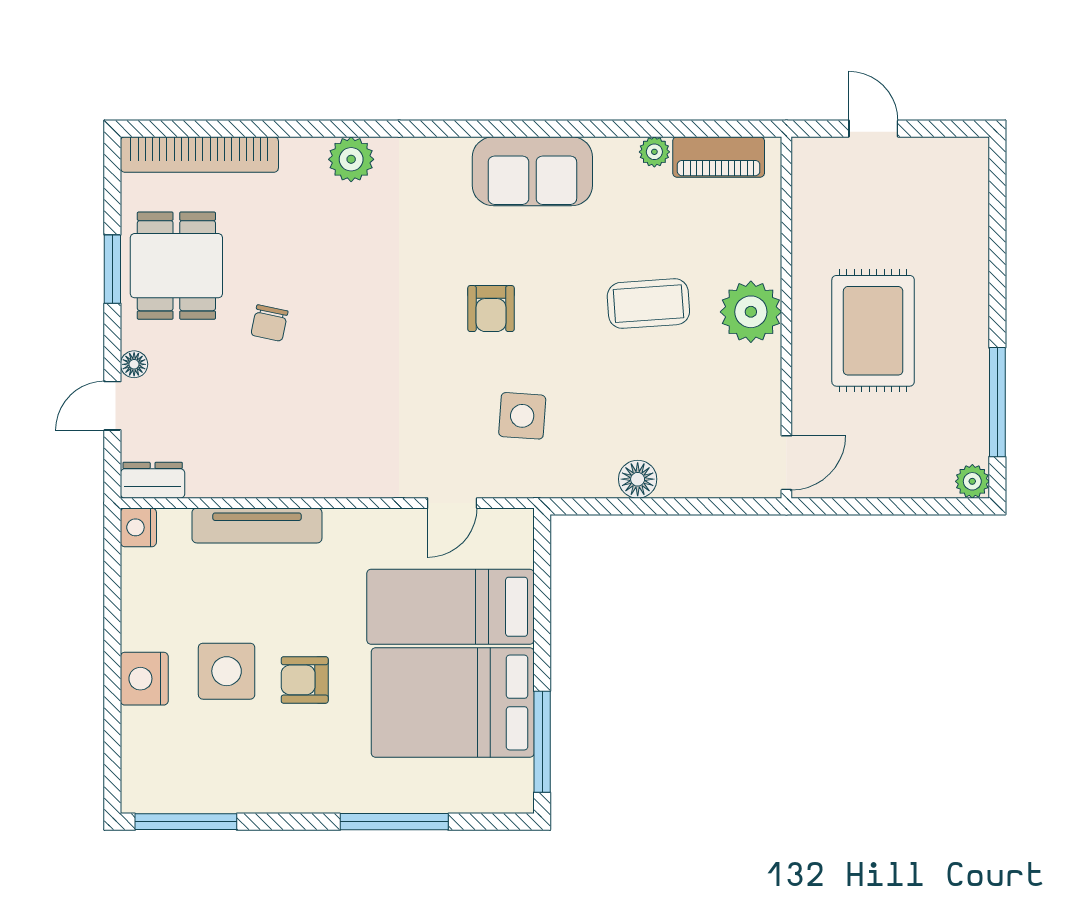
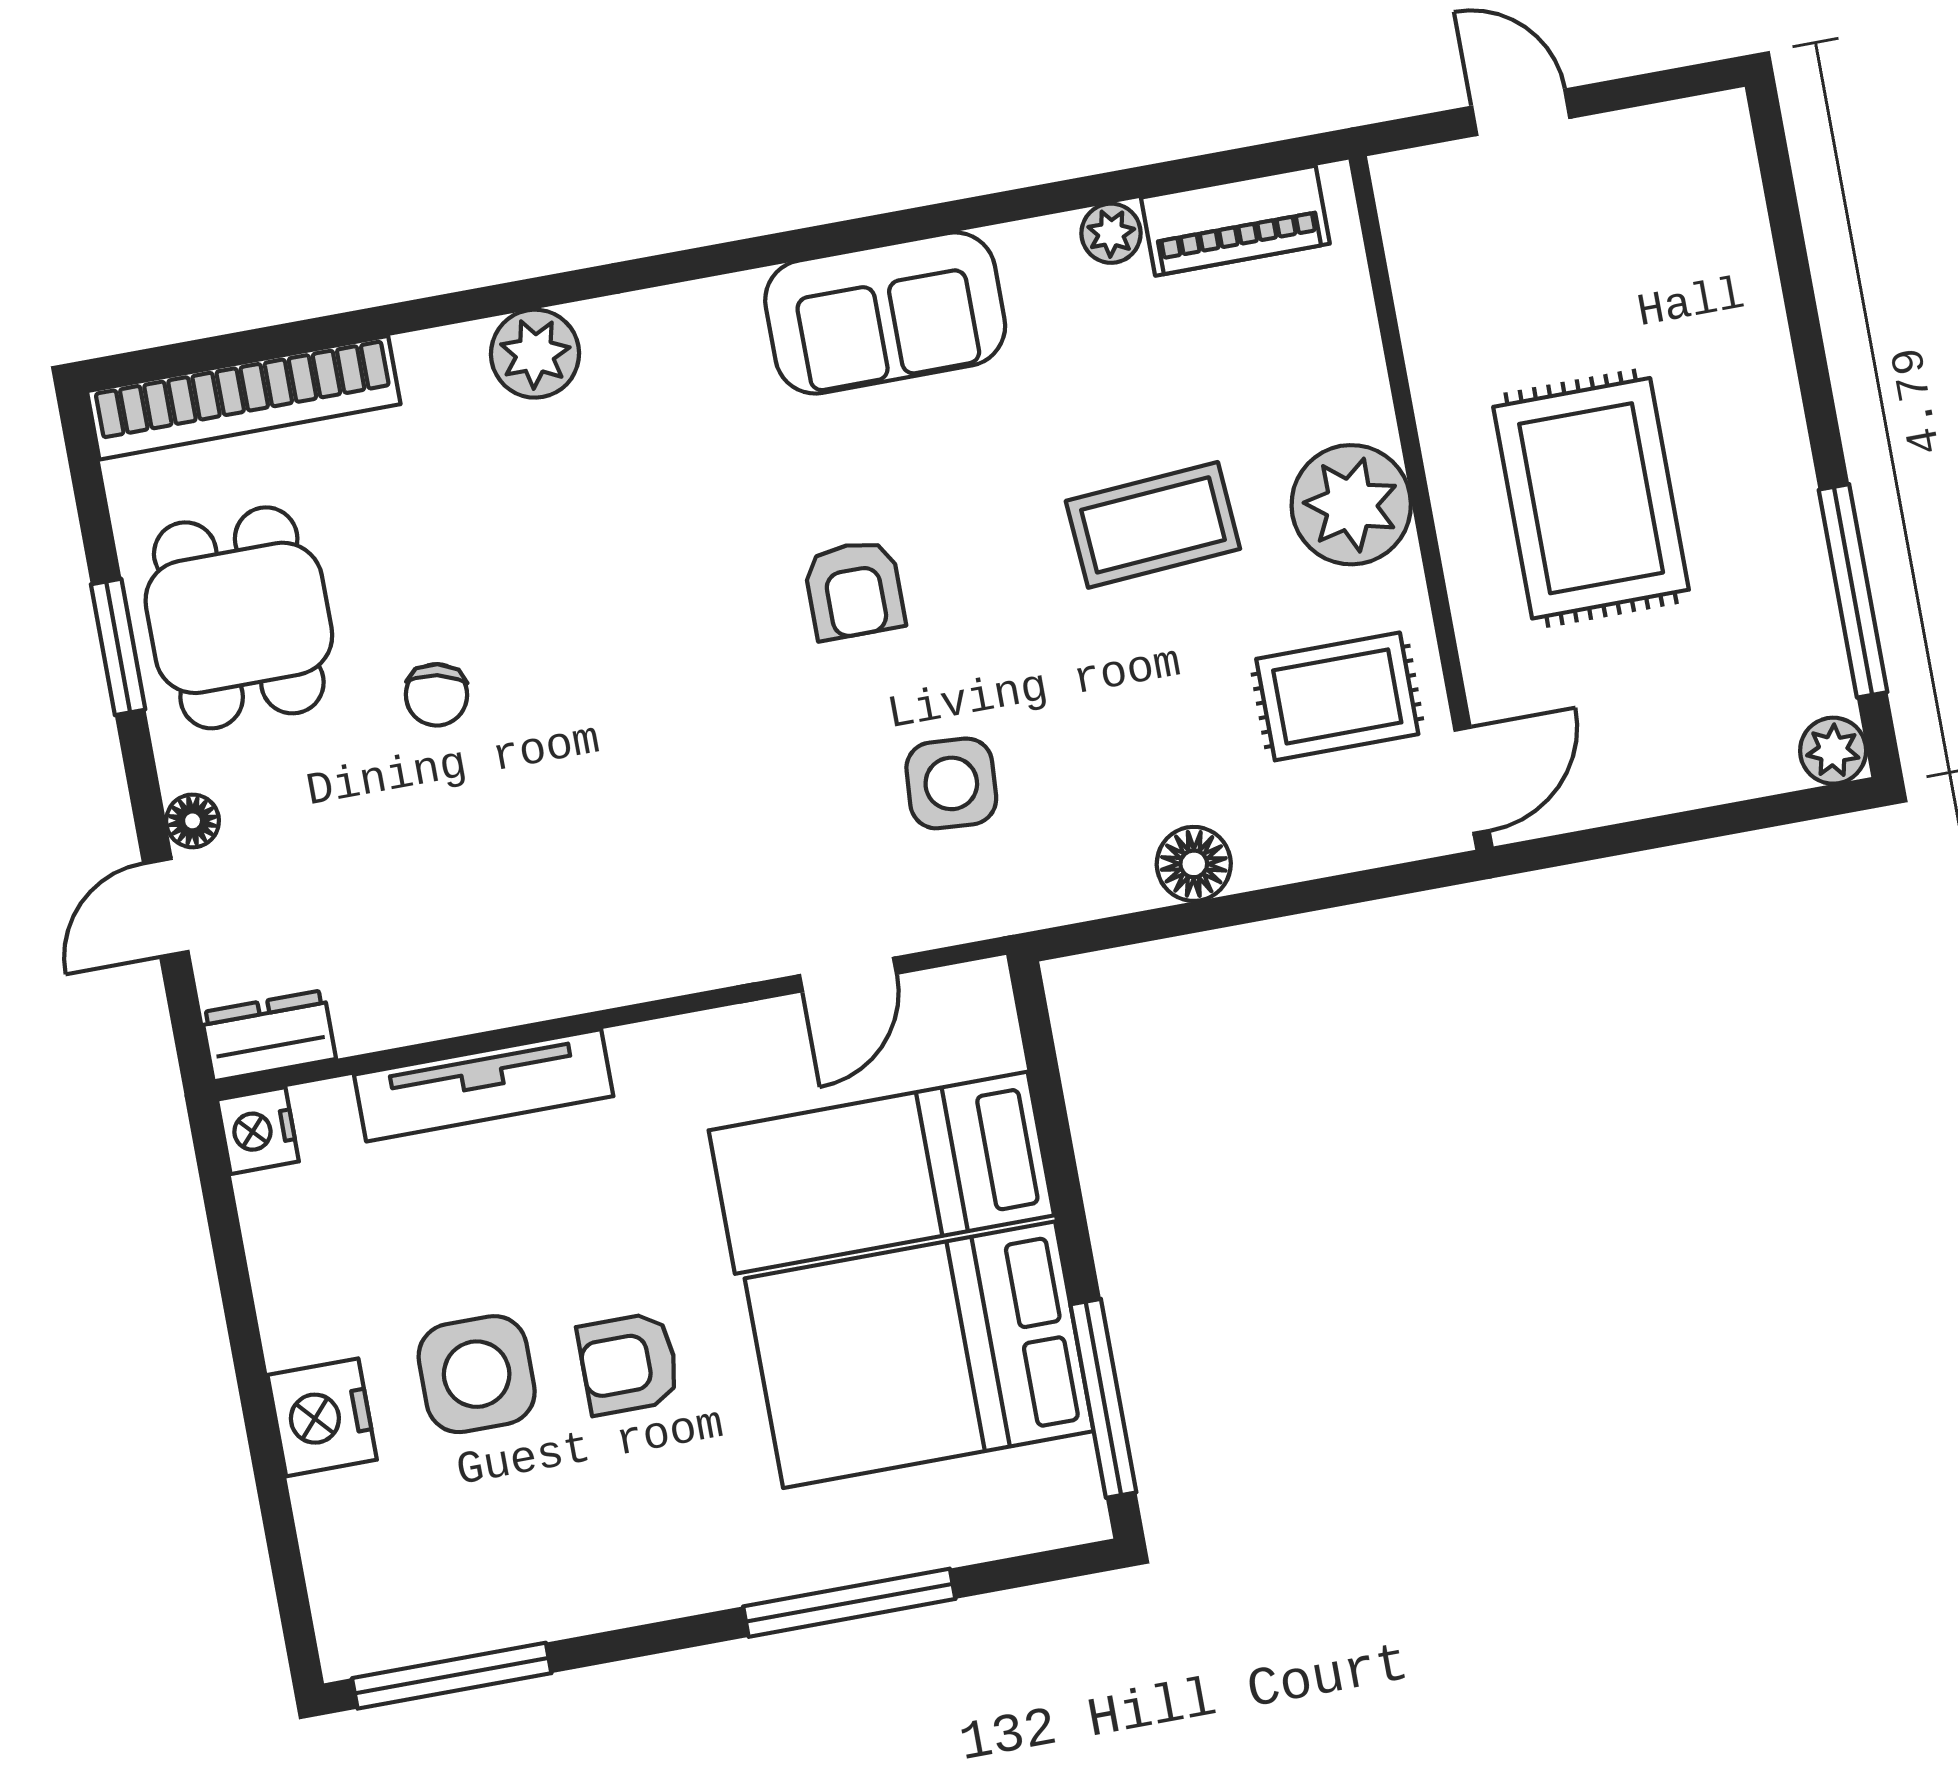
rug: (726, 408) -> (1337, 696), added

